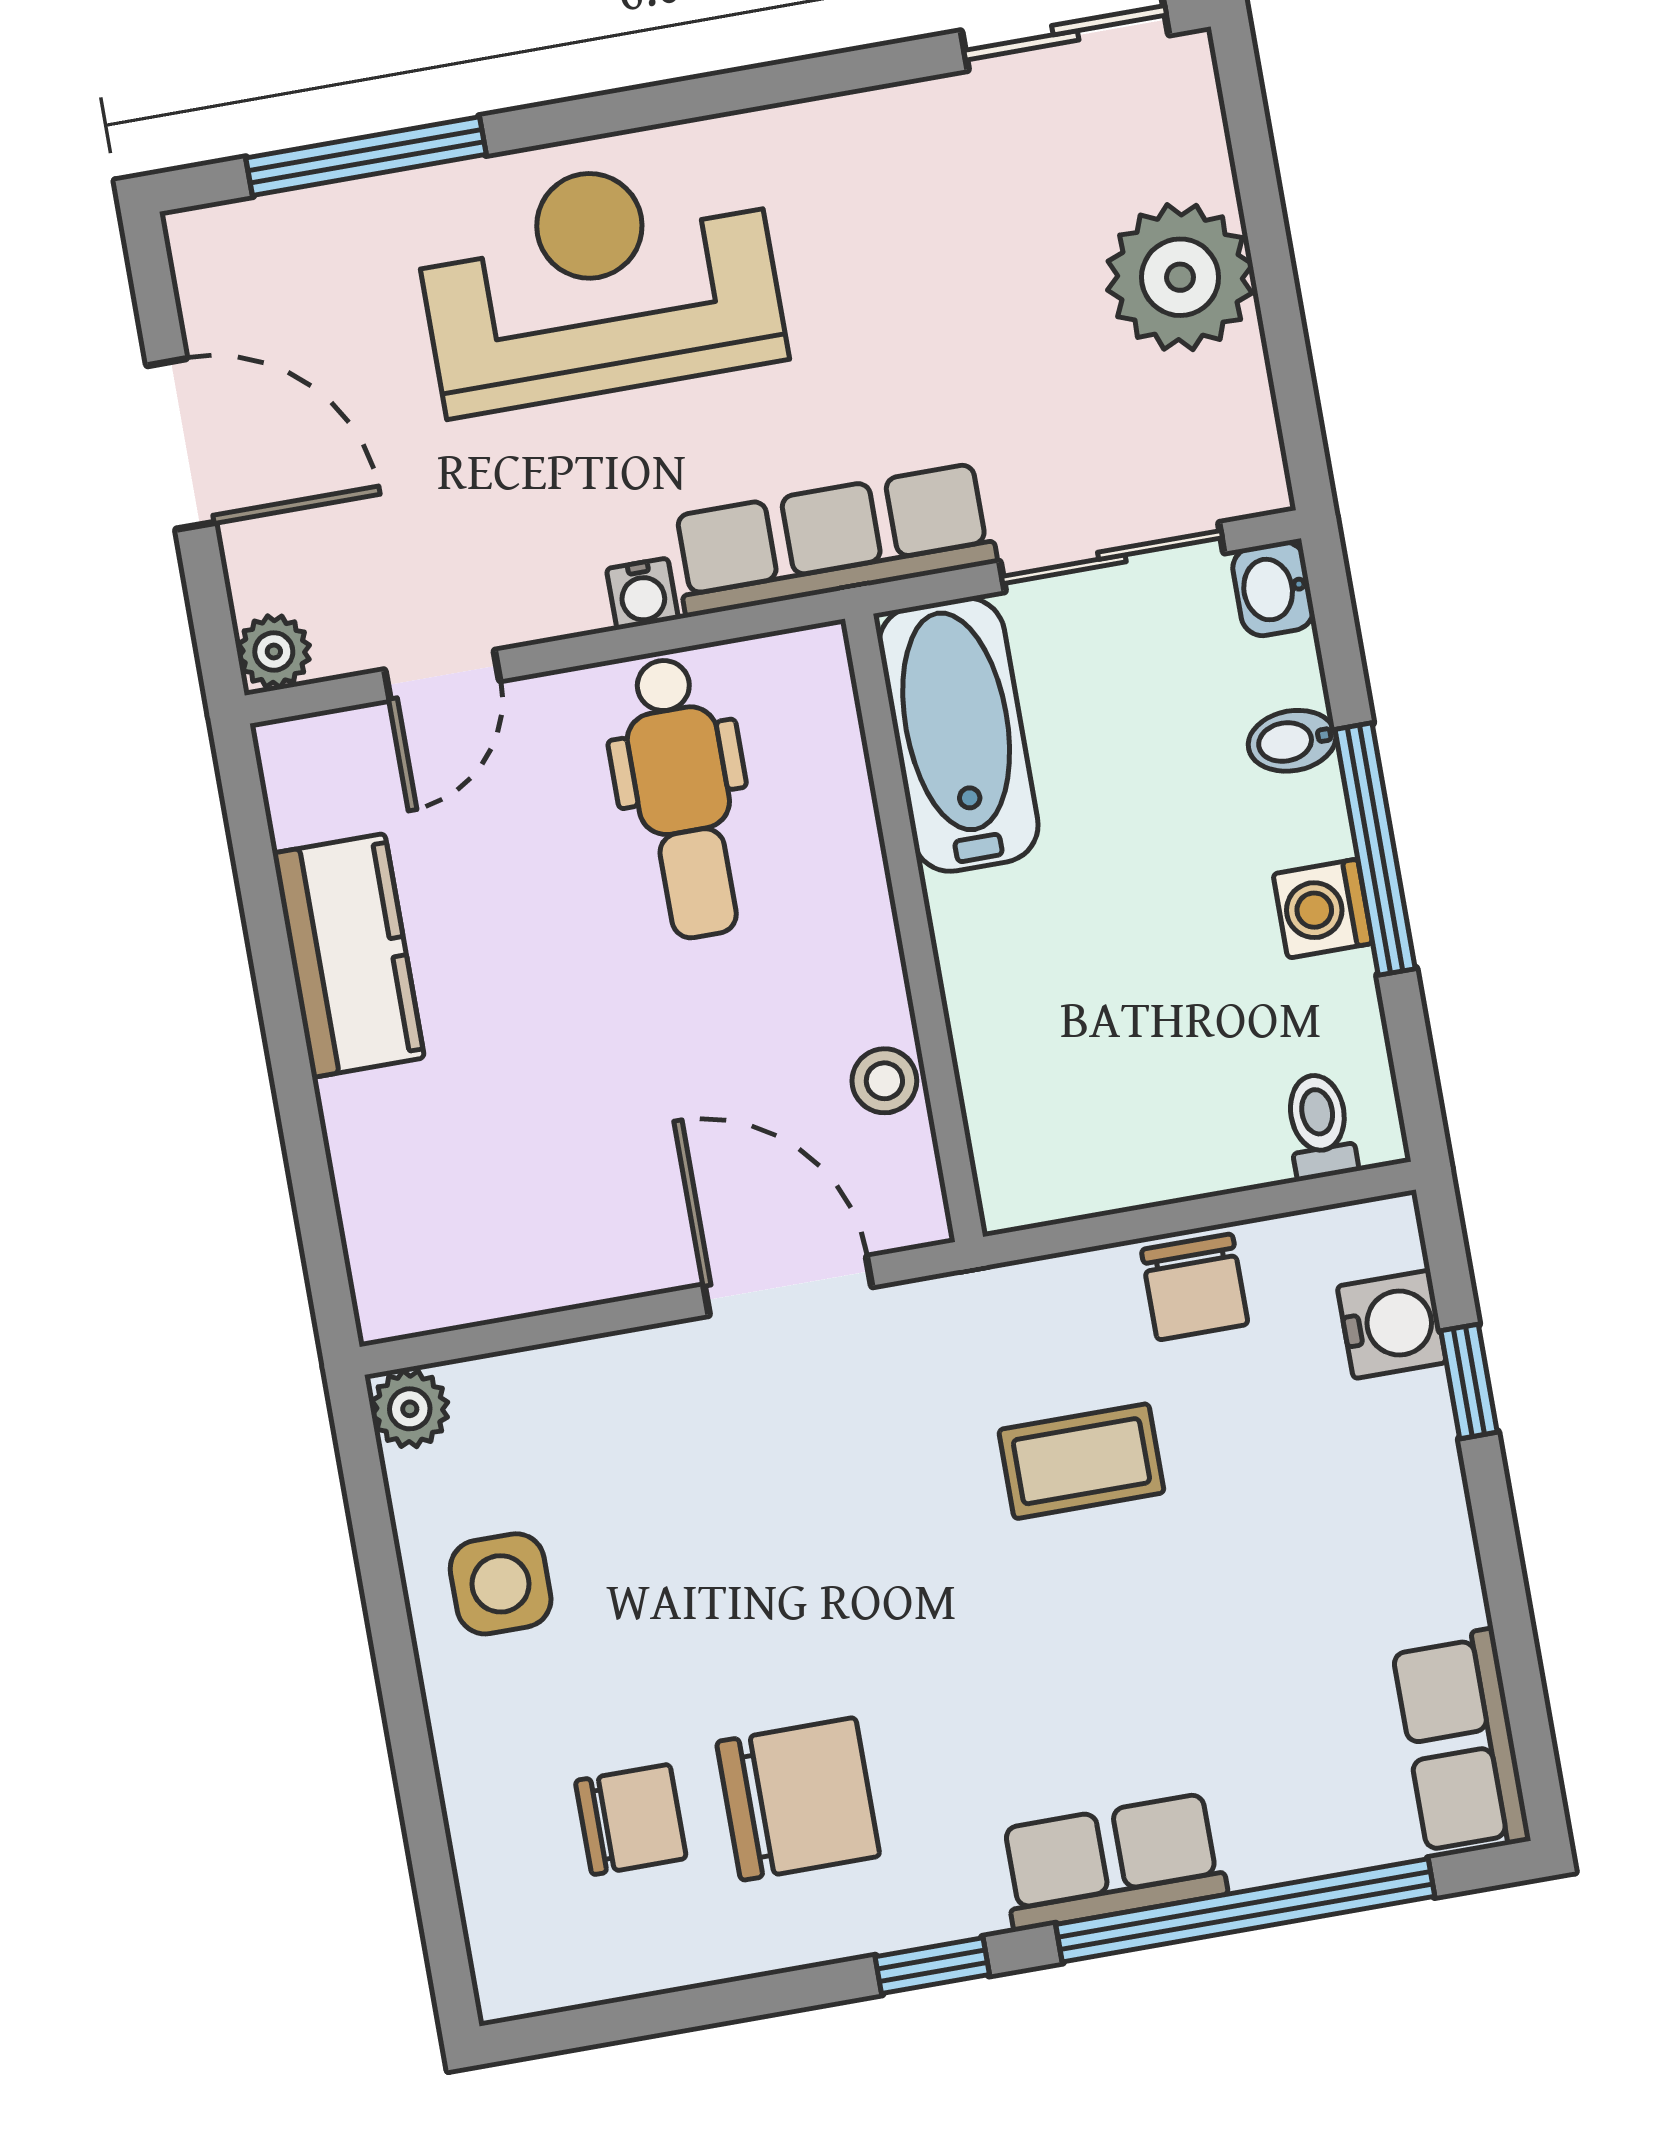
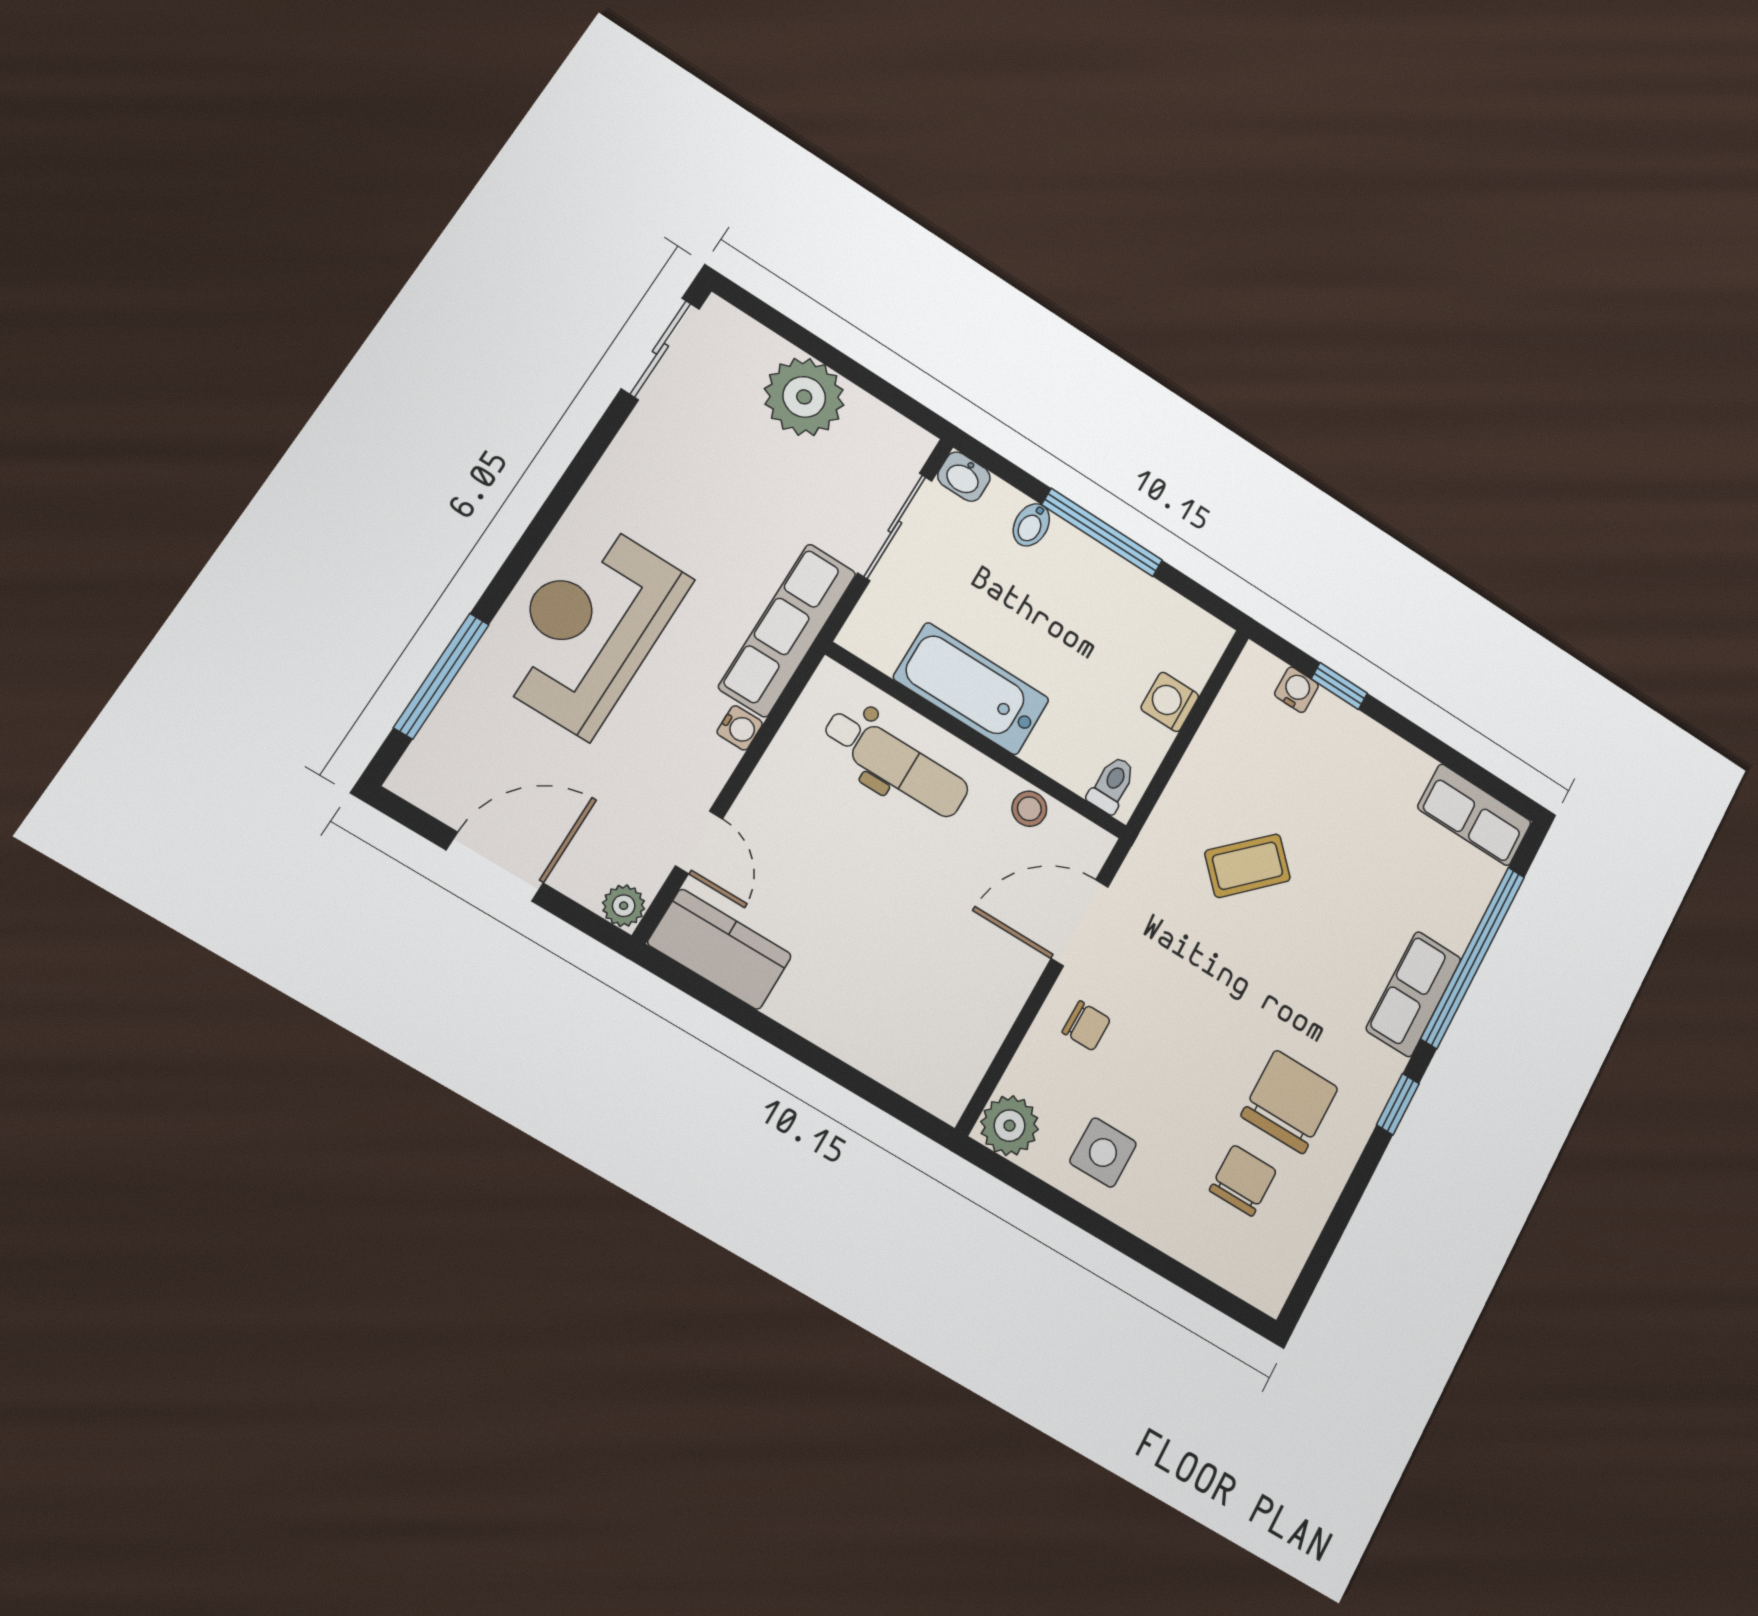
bathtub: (959, 735) -> (971, 689), moved
dental chair: (683, 798) -> (896, 763), moved
washing machine: (1323, 909) -> (1170, 702), moved, turned 90
kitchen counter: (348, 955) -> (720, 949), moved
toilet: (1320, 1126) -> (1112, 785), moved, turned 90
chair: (1195, 1287) -> (1086, 1026), moved, width x0.73, depth x0.73
water cooler: (1392, 1324) -> (1296, 690), width x0.72, depth x0.72
plant: (410, 1409) -> (1010, 1126), width x1.38, depth x1.38
coffee table: (1081, 1461) -> (1248, 866), turned 46

